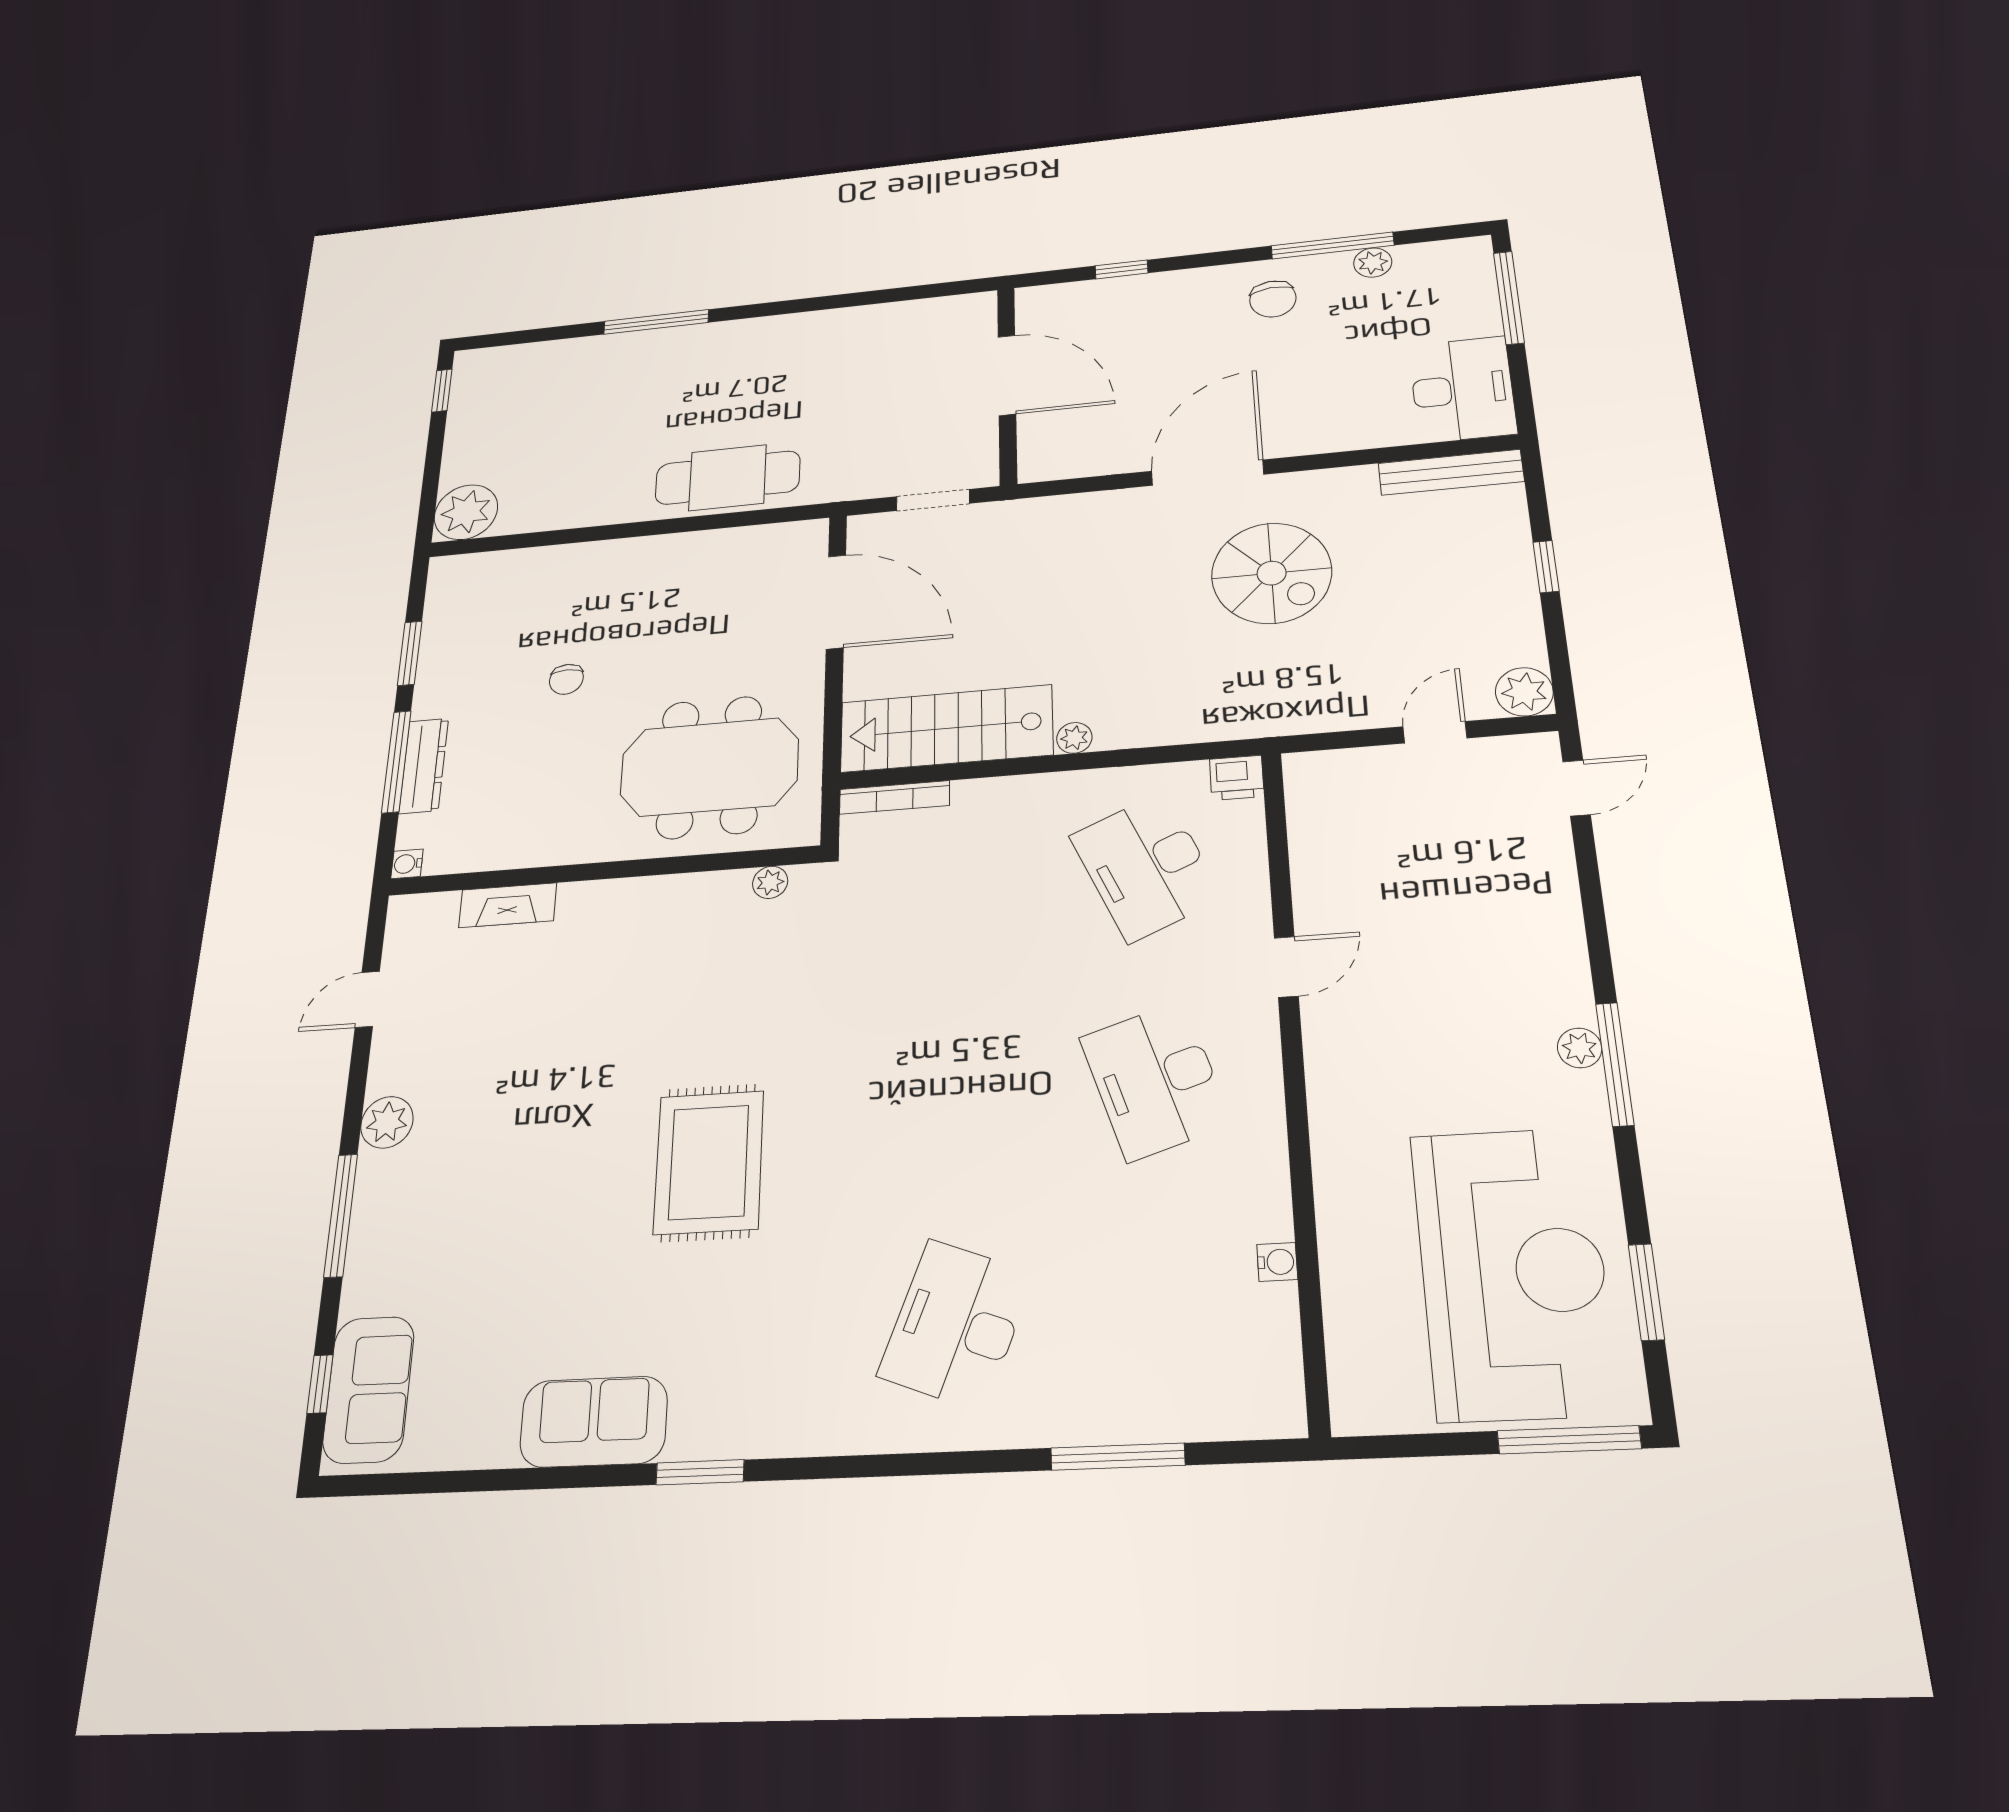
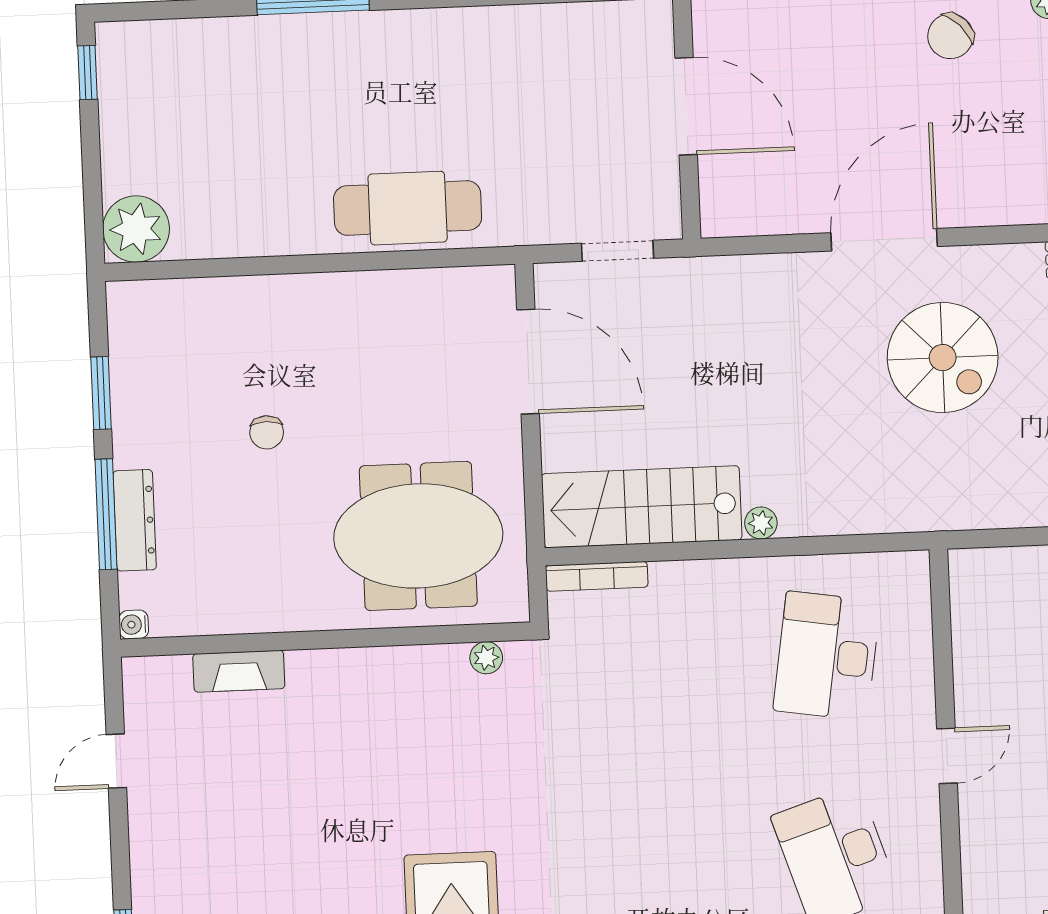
chair: (1273, 299) -> (950, 36), turned 51
printer: (1237, 778) -> (907, 571), removed
desk: (1146, 867) -> (827, 656), turned 33
plant: (387, 1122) -> (154, 880), removed

